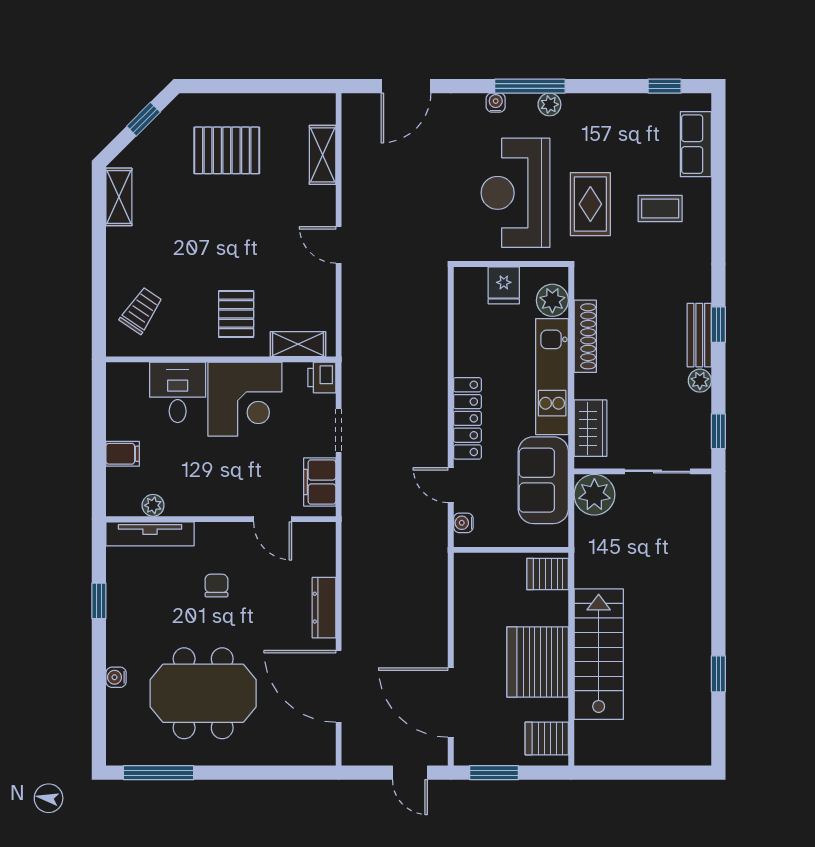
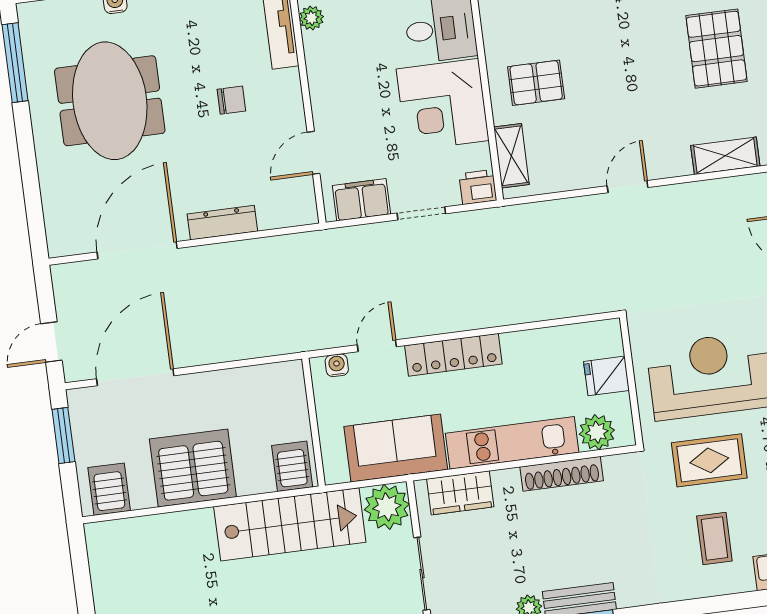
stairs: (599, 654) -> (290, 524), moved

